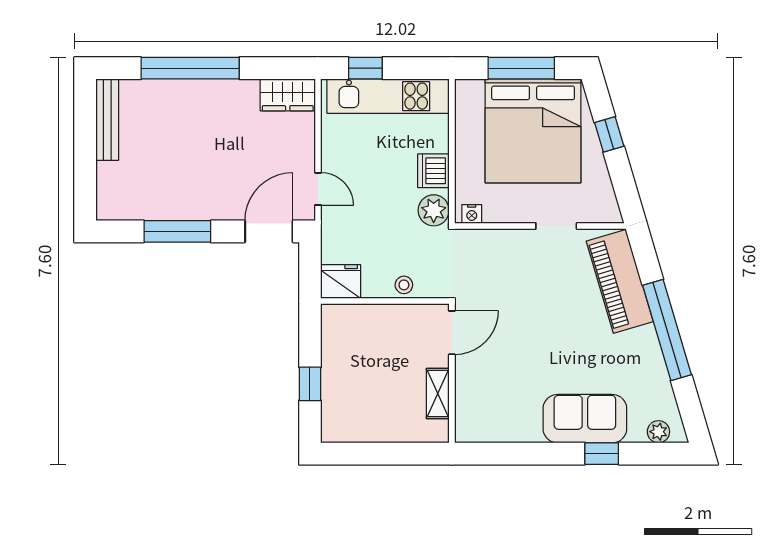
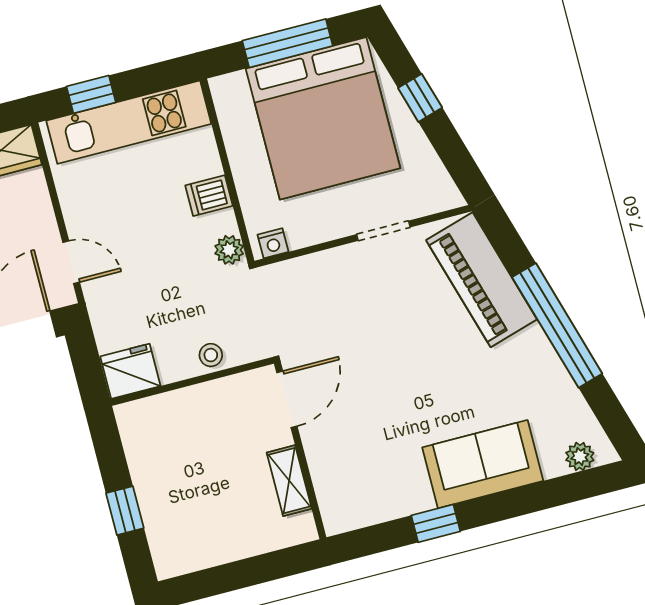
dishwasher: (433, 171) -> (209, 196), width x0.73
plant: (434, 210) -> (229, 250), width x0.73, depth x0.73
window: (602, 454) -> (436, 523), moved

